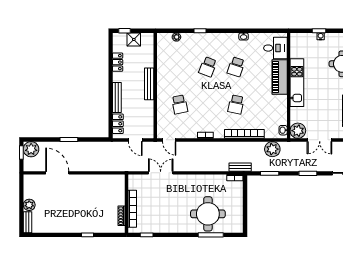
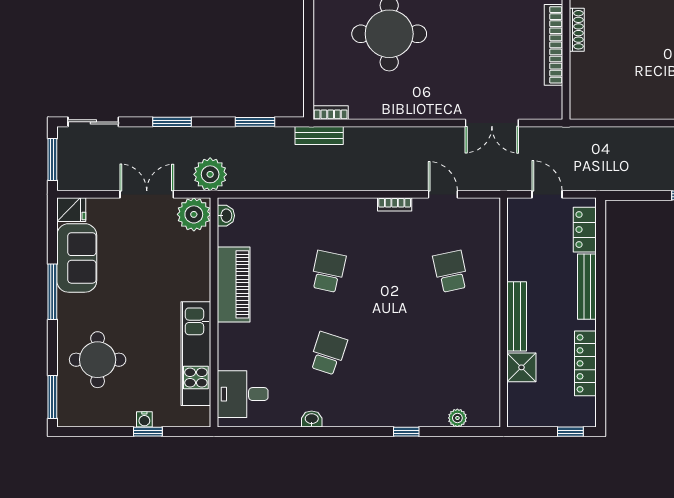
shower: (134, 39) -> (521, 367), moved
locker: (118, 62) -> (585, 363), width x1.53
school desk: (208, 67) -> (389, 353), removed
piano: (280, 77) -> (234, 284), moved
kitchen unit: (297, 83) -> (196, 354), moved
bookcase: (244, 134) -> (310, 207), removed
door: (169, 140) -> (443, 194), moved
plant: (272, 149) -> (210, 174), moved

